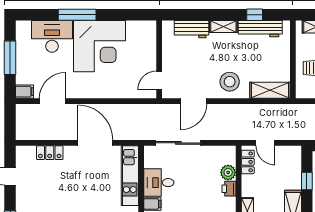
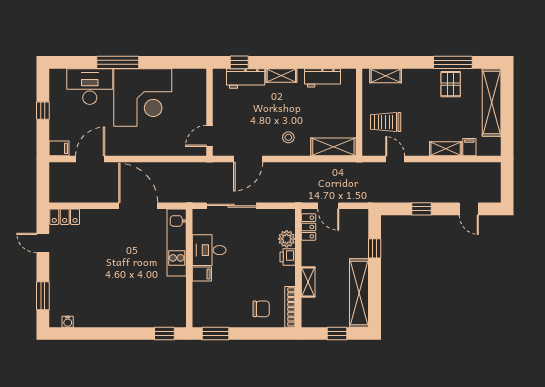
window: (255, 15) -> (239, 62), moved
workbench: (260, 29) -> (323, 78), width x0.73
window: (10, 58) -> (43, 111), width x0.46
stool: (230, 82) -> (288, 137), width x0.53, depth x0.53
locker: (50, 153) -> (65, 217), moved

